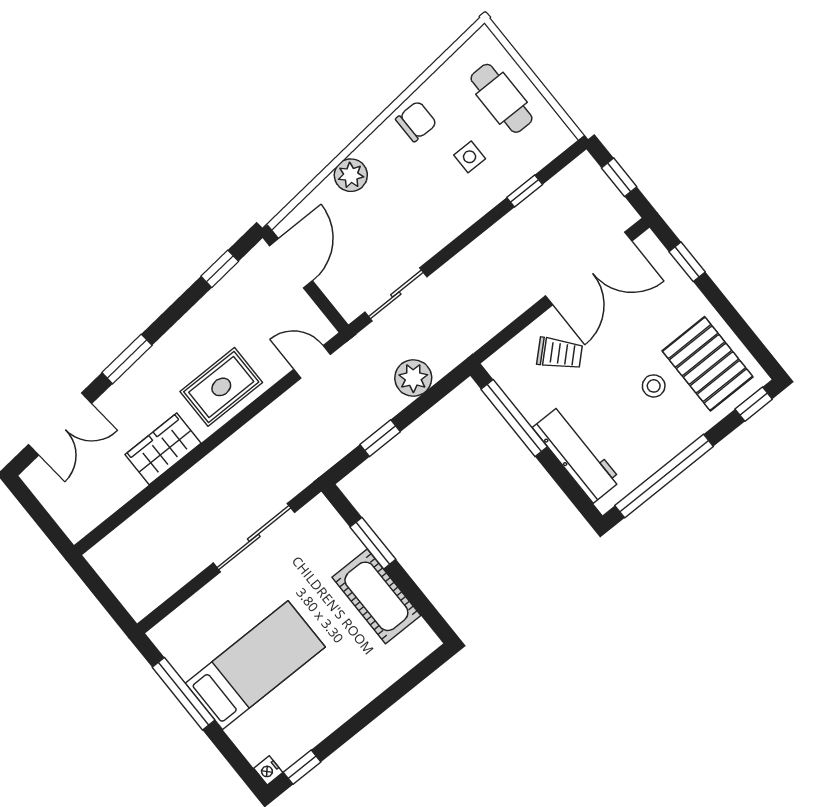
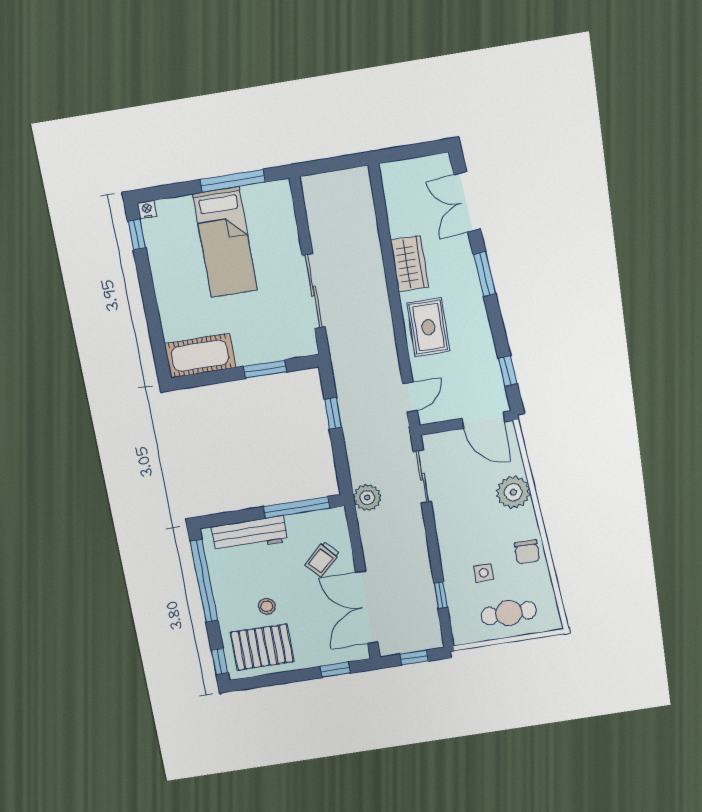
plant: (351, 175) -> (513, 492), width x1.36, depth x1.36
plant: (413, 378) -> (367, 498), moved
cot: (376, 596) -> (200, 356), moved

